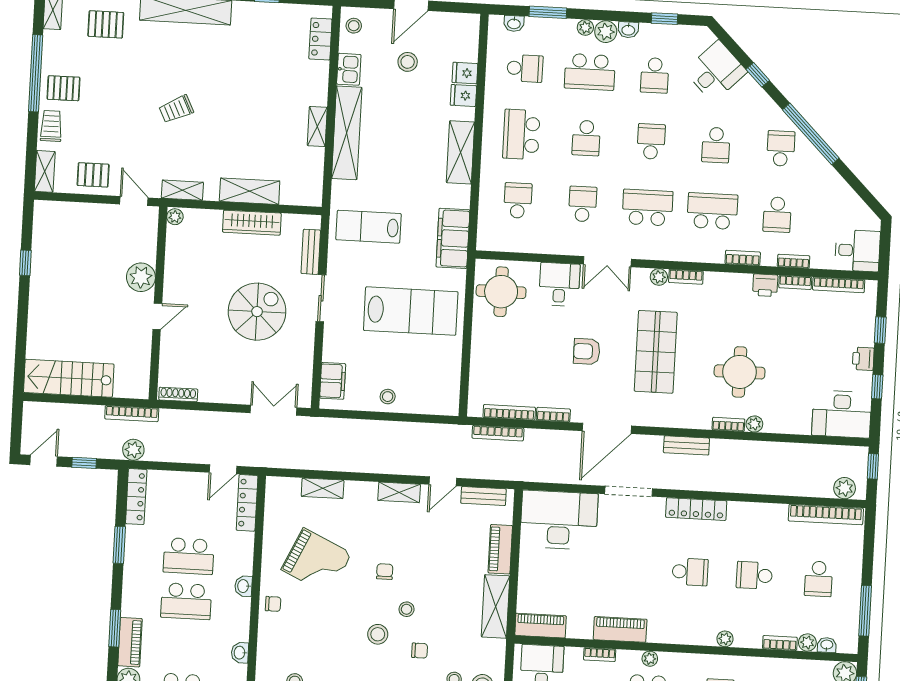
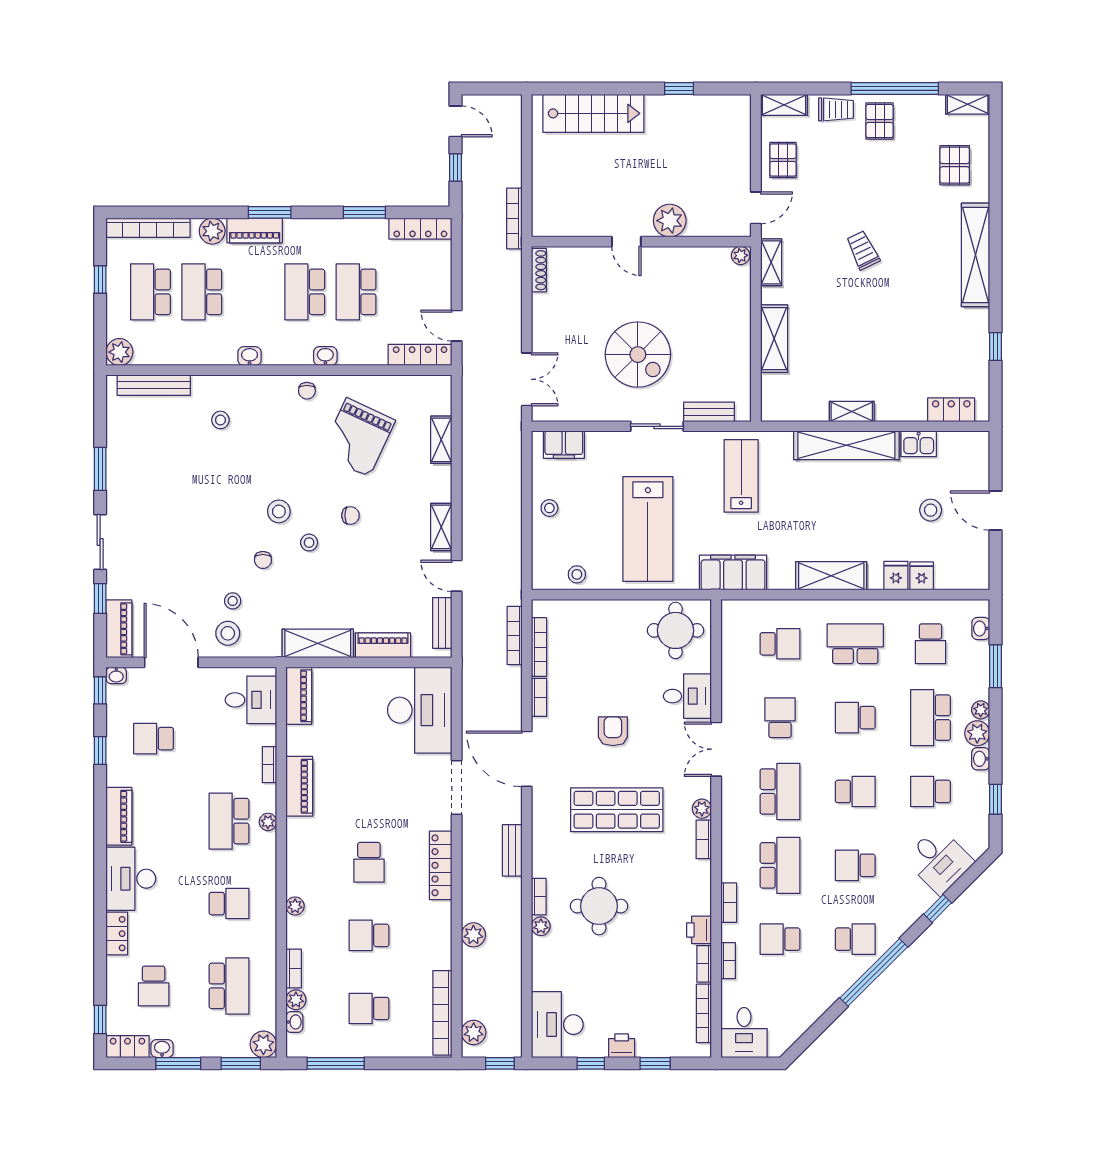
stool: (354, 26) -> (577, 574), moved
school desk: (583, 204) -> (780, 718), turned -90
wardrobe: (252, 223) -> (739, 343), removed
stairs: (69, 378) -> (593, 113), moved, turned 90
plant: (133, 450) -> (473, 935), moved
school desk: (754, 575) -> (369, 935), turned -90

